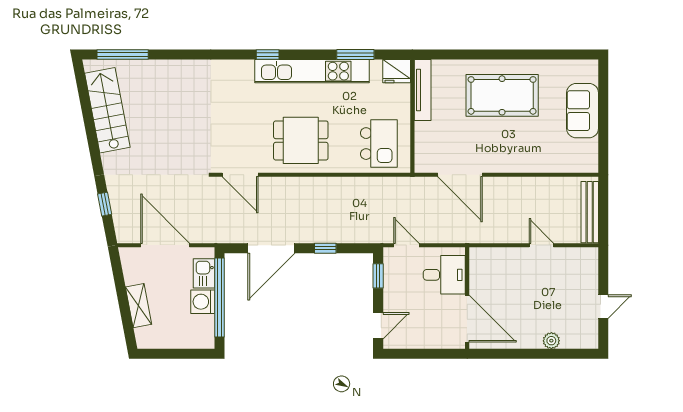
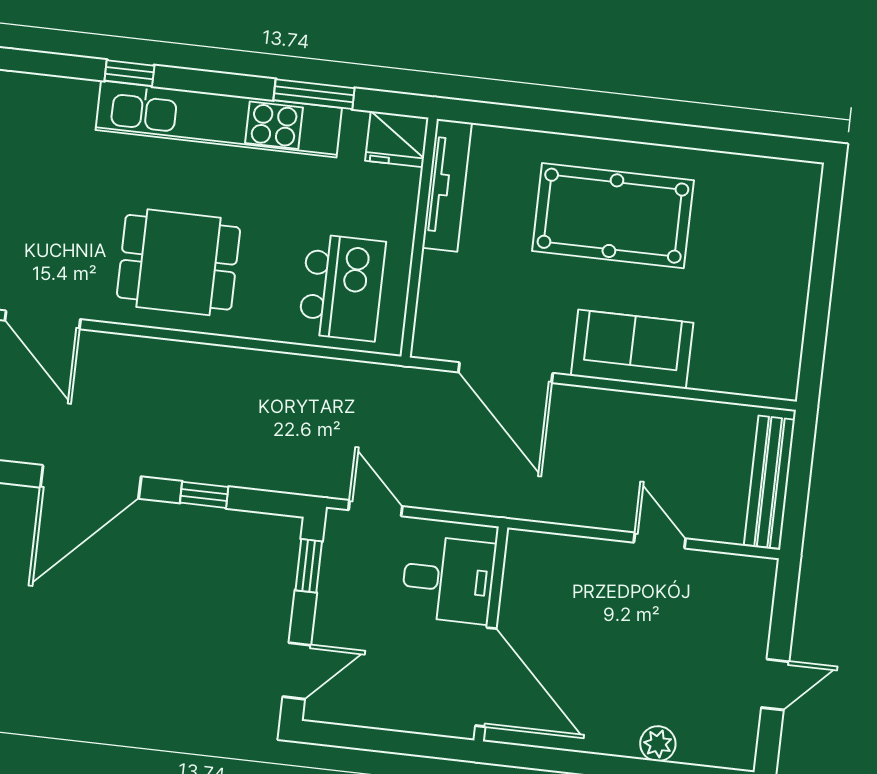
sofa: (583, 111) -> (632, 349), moved, turned 90

